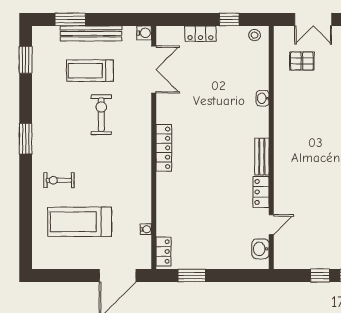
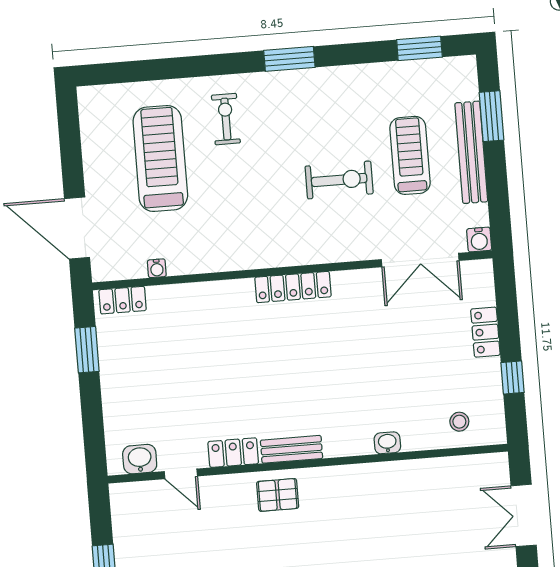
stool: (255, 35) -> (459, 422), moved
pallet: (302, 61) -> (278, 495), moved, turned 90

